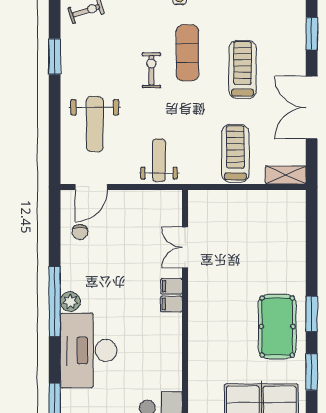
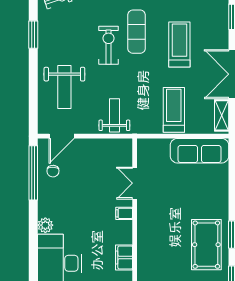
exercise bike: (151, 70) -> (108, 45), width x1.38, depth x1.39
shelving: (286, 175) -> (222, 115), moved, turned 90
sofa: (268, 206) -> (200, 151), added
window: (55, 302) -> (33, 173), moved
filing cabinet: (171, 304) -> (124, 257), moved, width x2.00

